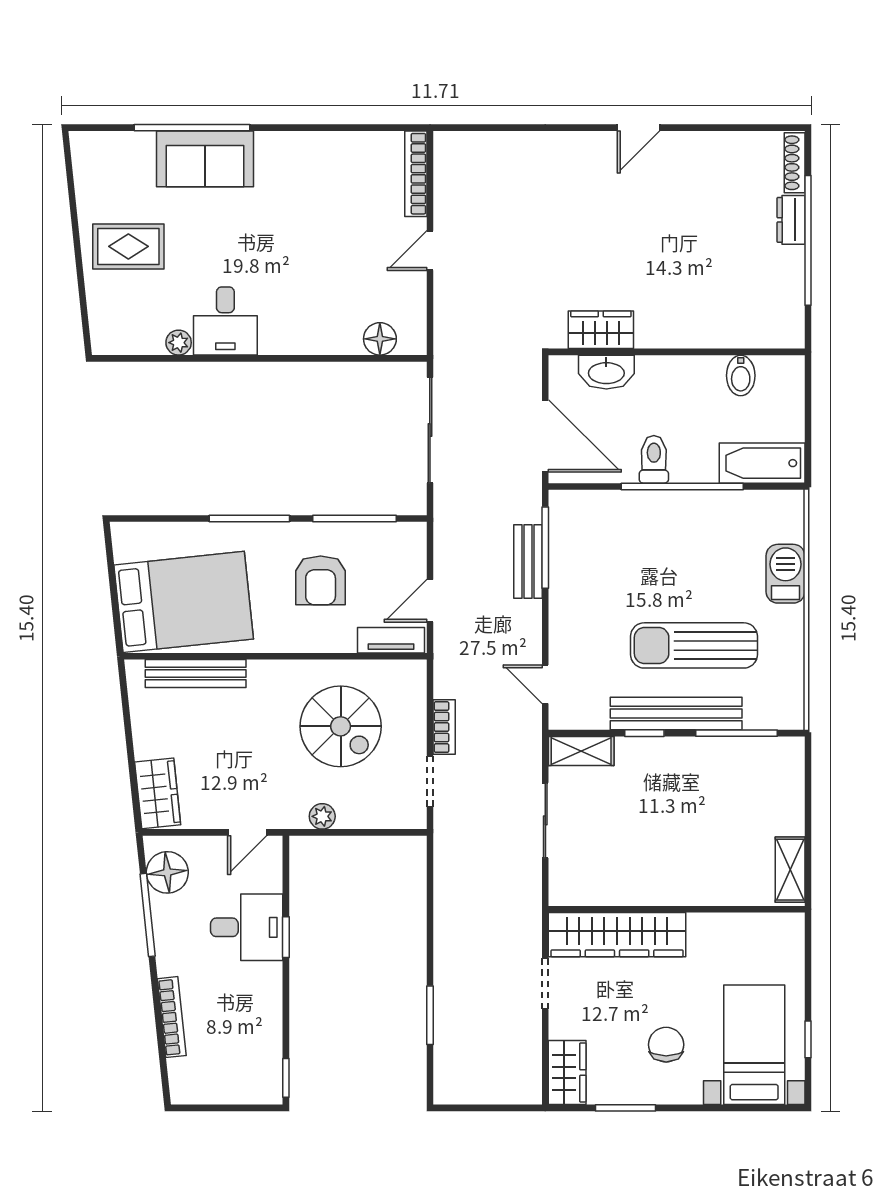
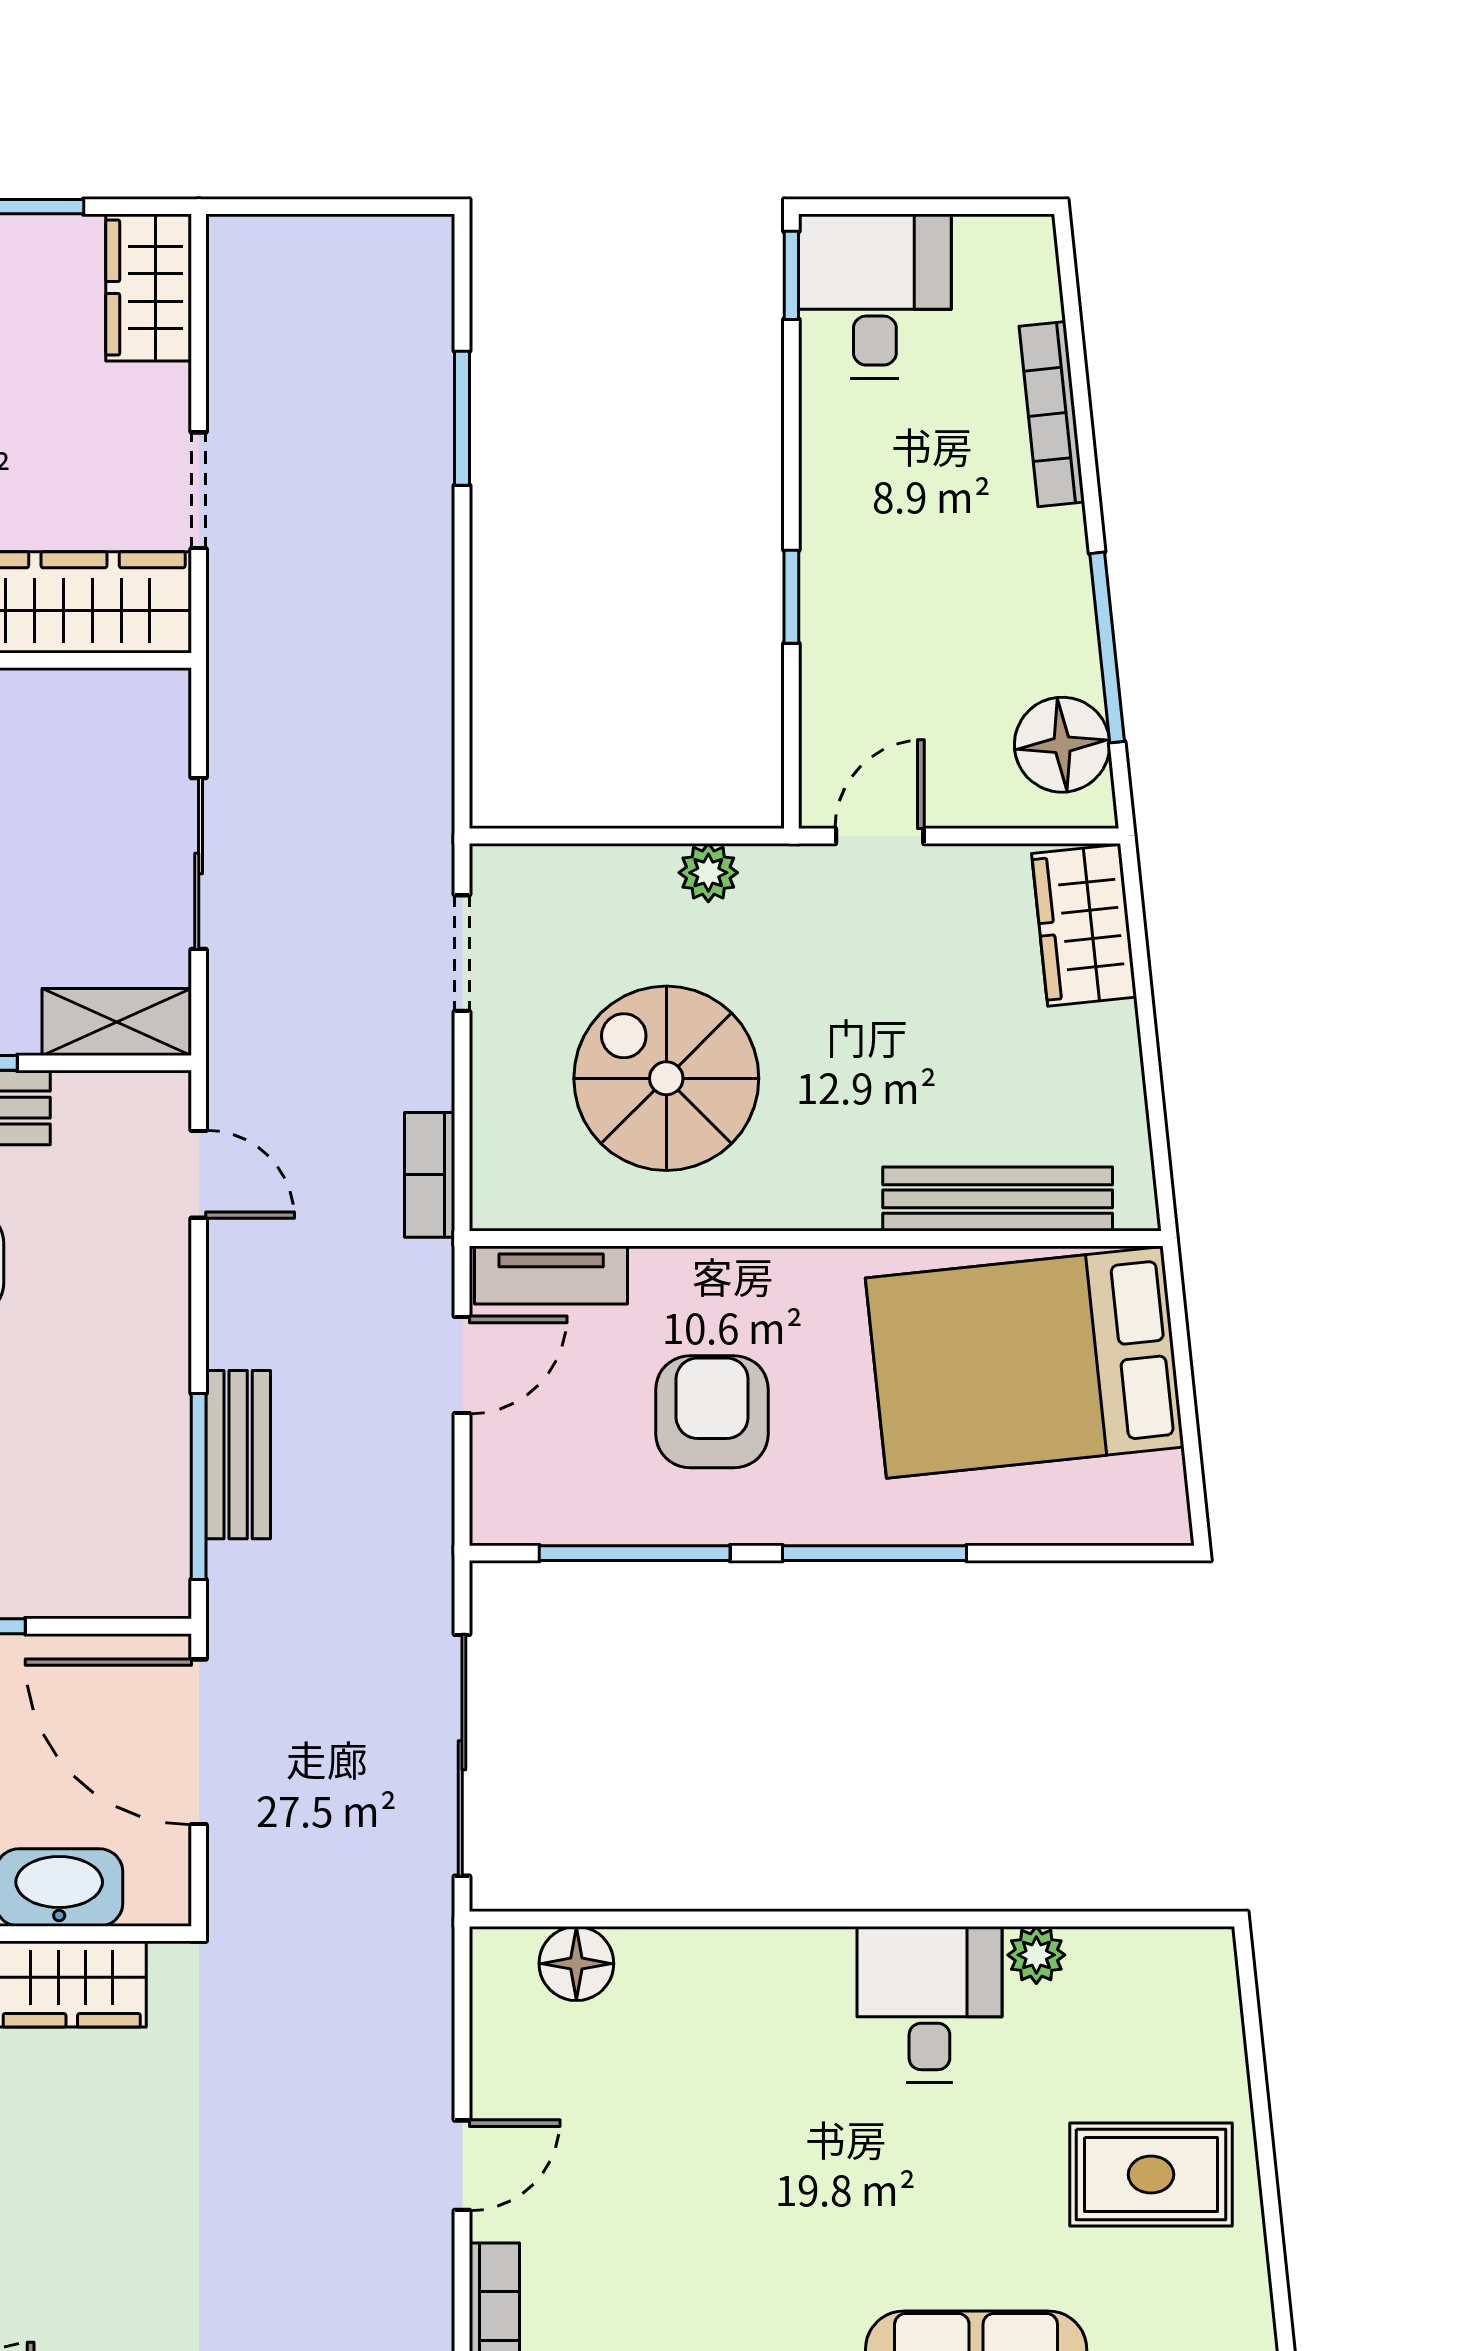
bookcase: (444, 727) -> (430, 1175), moved
desk: (247, 927) -> (875, 296), moved, turned 90

